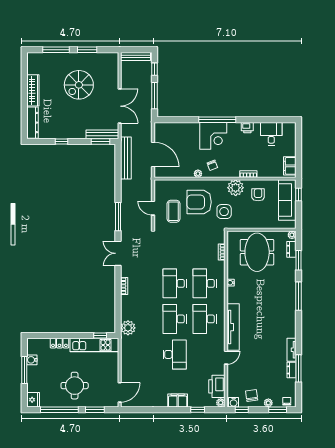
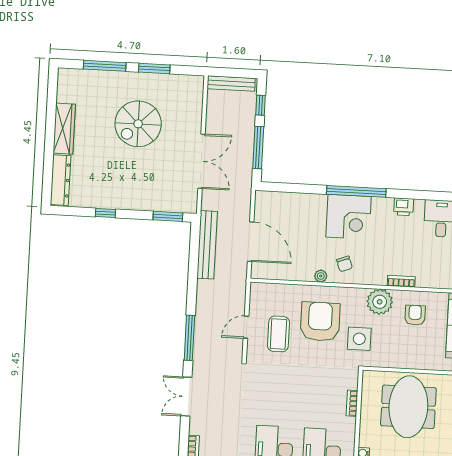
bench: (102, 134) -> (171, 205), removed
armchair: (199, 202) -> (320, 322), turned 90
door: (153, 208) -> (246, 327), hinge flipped

